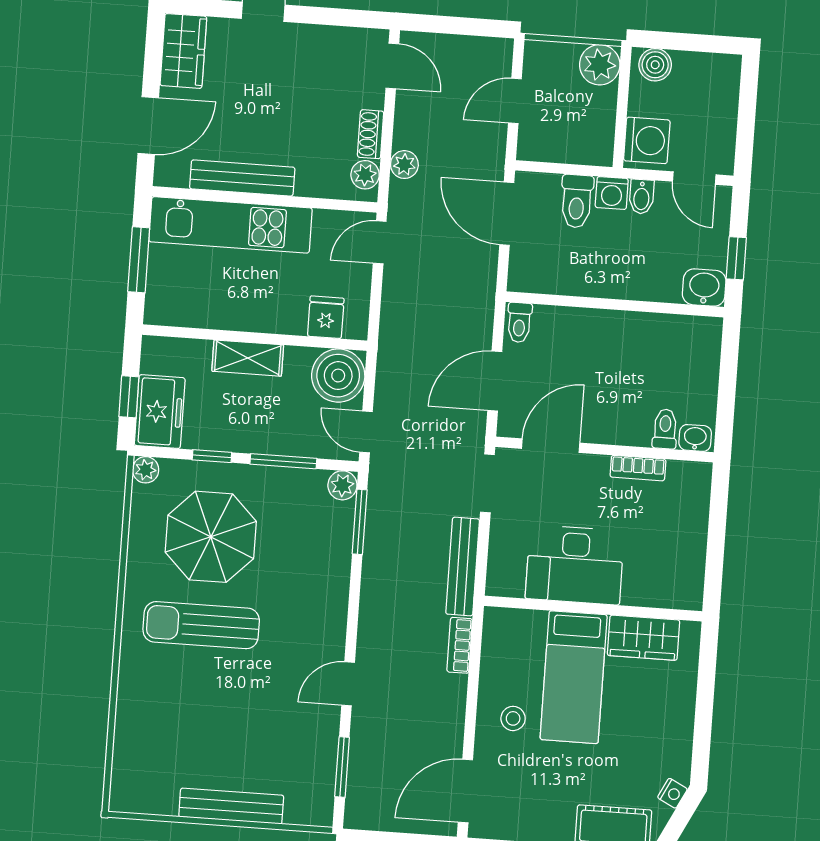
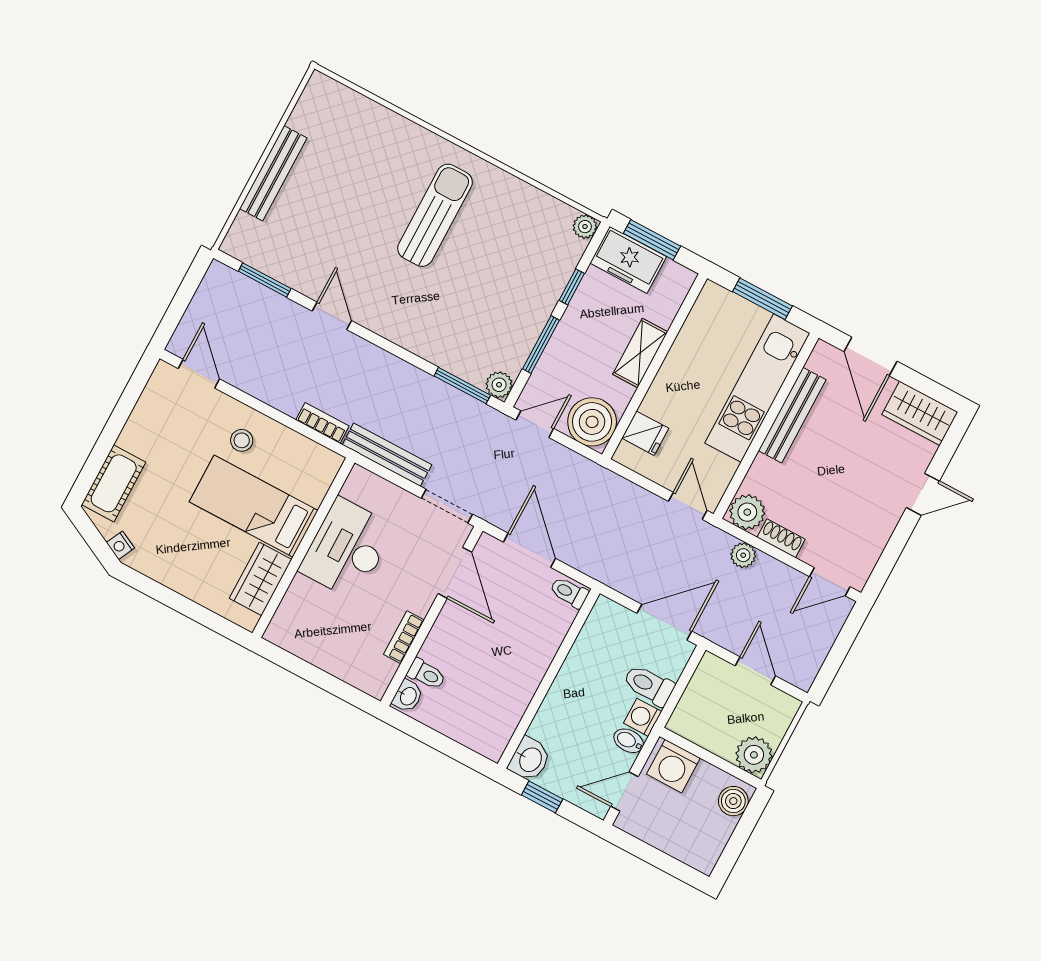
plant: (365, 175) -> (747, 512), width x1.38, depth x1.38
window: (129, 397) -> (652, 240), width x1.50
parasol: (211, 537) -> (505, 256), removed
door: (465, 791) -> (199, 374), width x0.73

